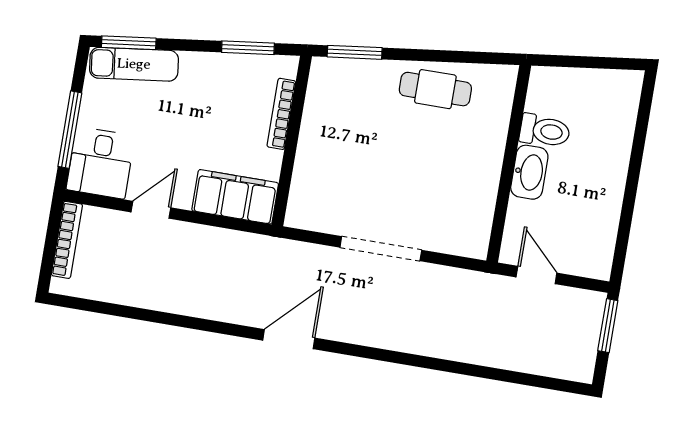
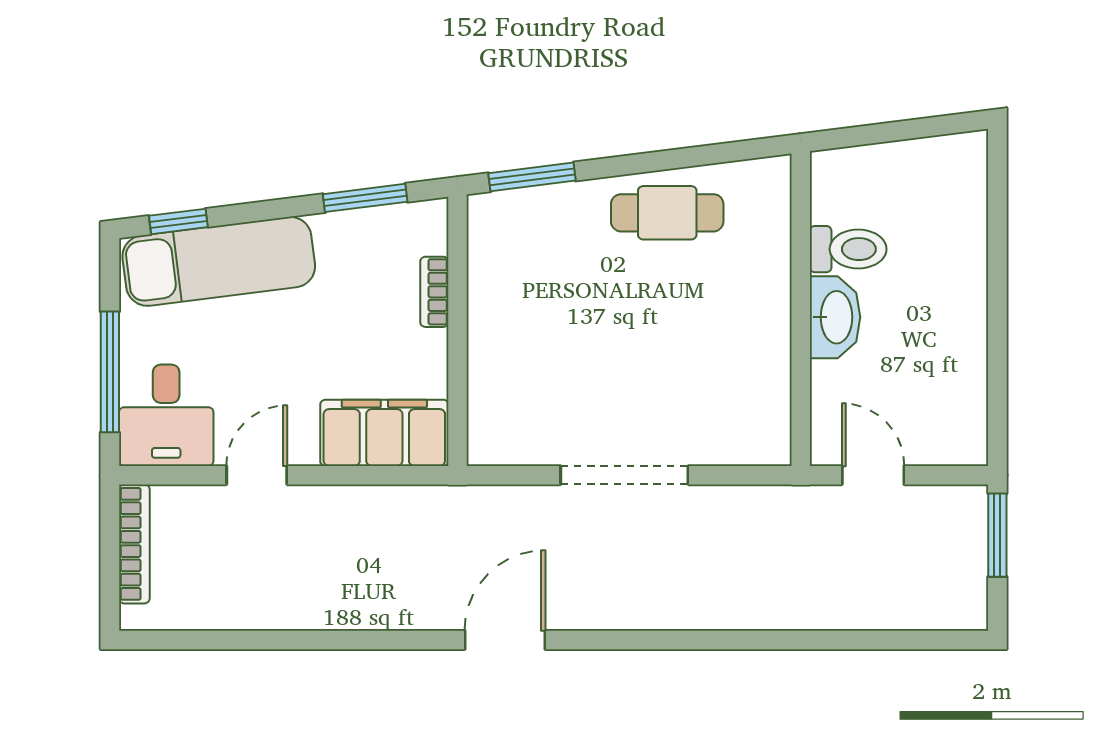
window: (129, 43) -> (178, 221), width x0.67
exam couch: (134, 64) -> (219, 261), width x1.36, depth x1.45
bookcase: (281, 114) -> (434, 292), width x0.64

